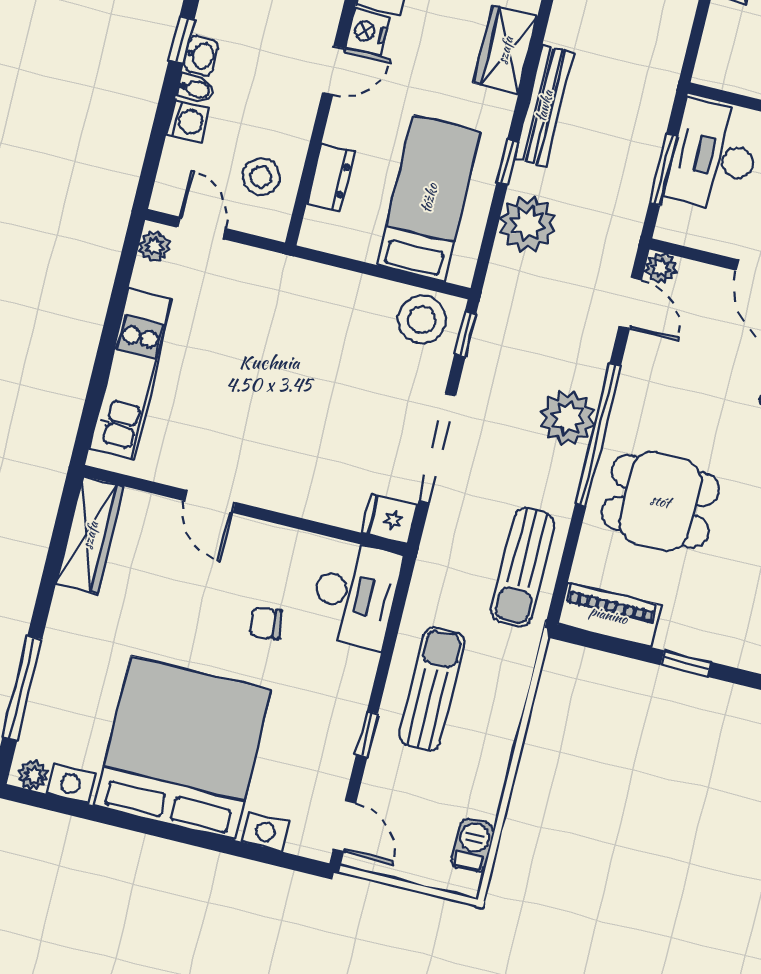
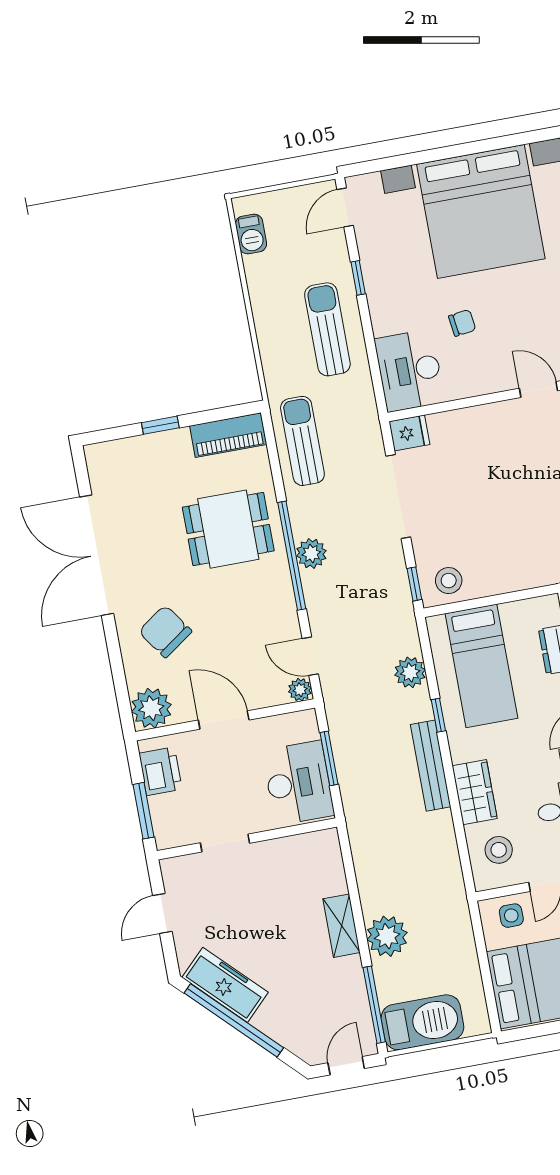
plant: (528, 224) -> (410, 672), width x0.73, depth x0.73
stool: (422, 319) -> (449, 581), width x0.73, depth x0.73
plant: (568, 418) -> (311, 553), width x0.73, depth x0.73
sun lounger: (432, 689) -> (327, 329), turned 180
door: (344, 826) -> (345, 208), hinge flipped

